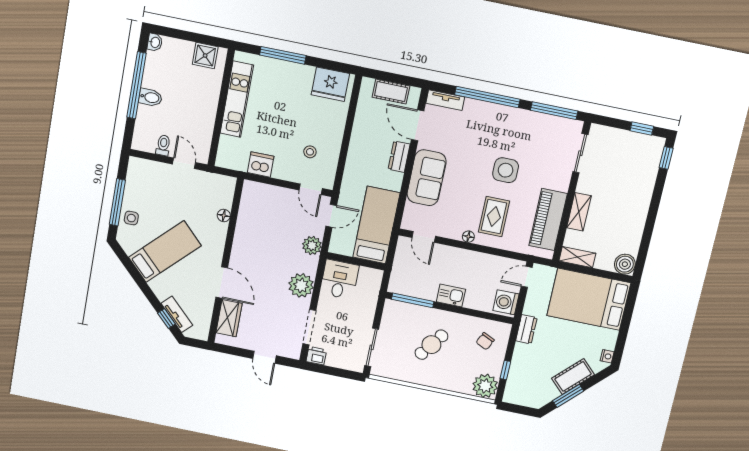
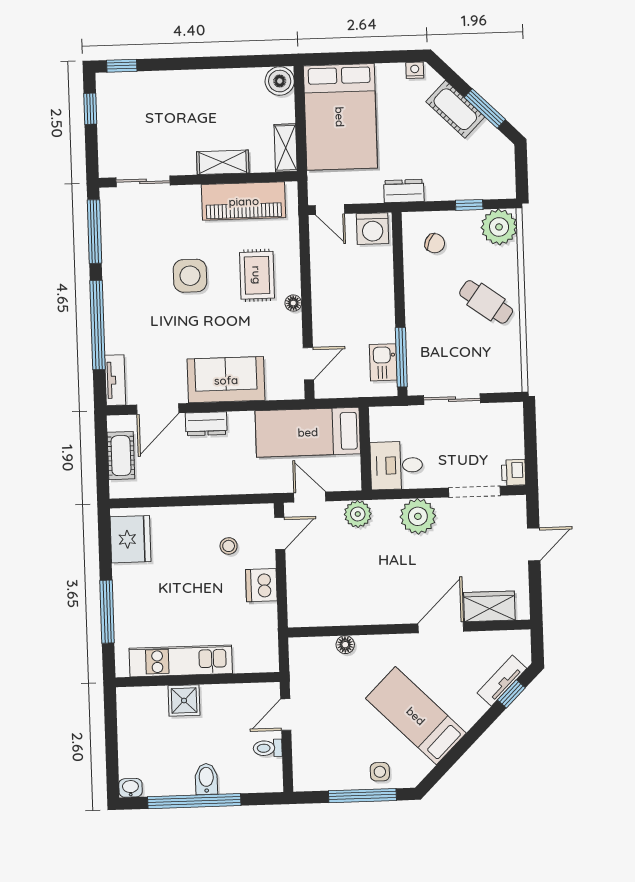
shower: (205, 56) -> (184, 700), moved
dishwasher: (261, 164) -> (261, 585), moved
rug: (494, 217) -> (257, 275), turned 90
kitchen sink: (451, 295) -> (383, 362), moved
cafe table: (431, 345) -> (486, 302), moved
sliding door: (372, 347) -> (452, 399), moved

